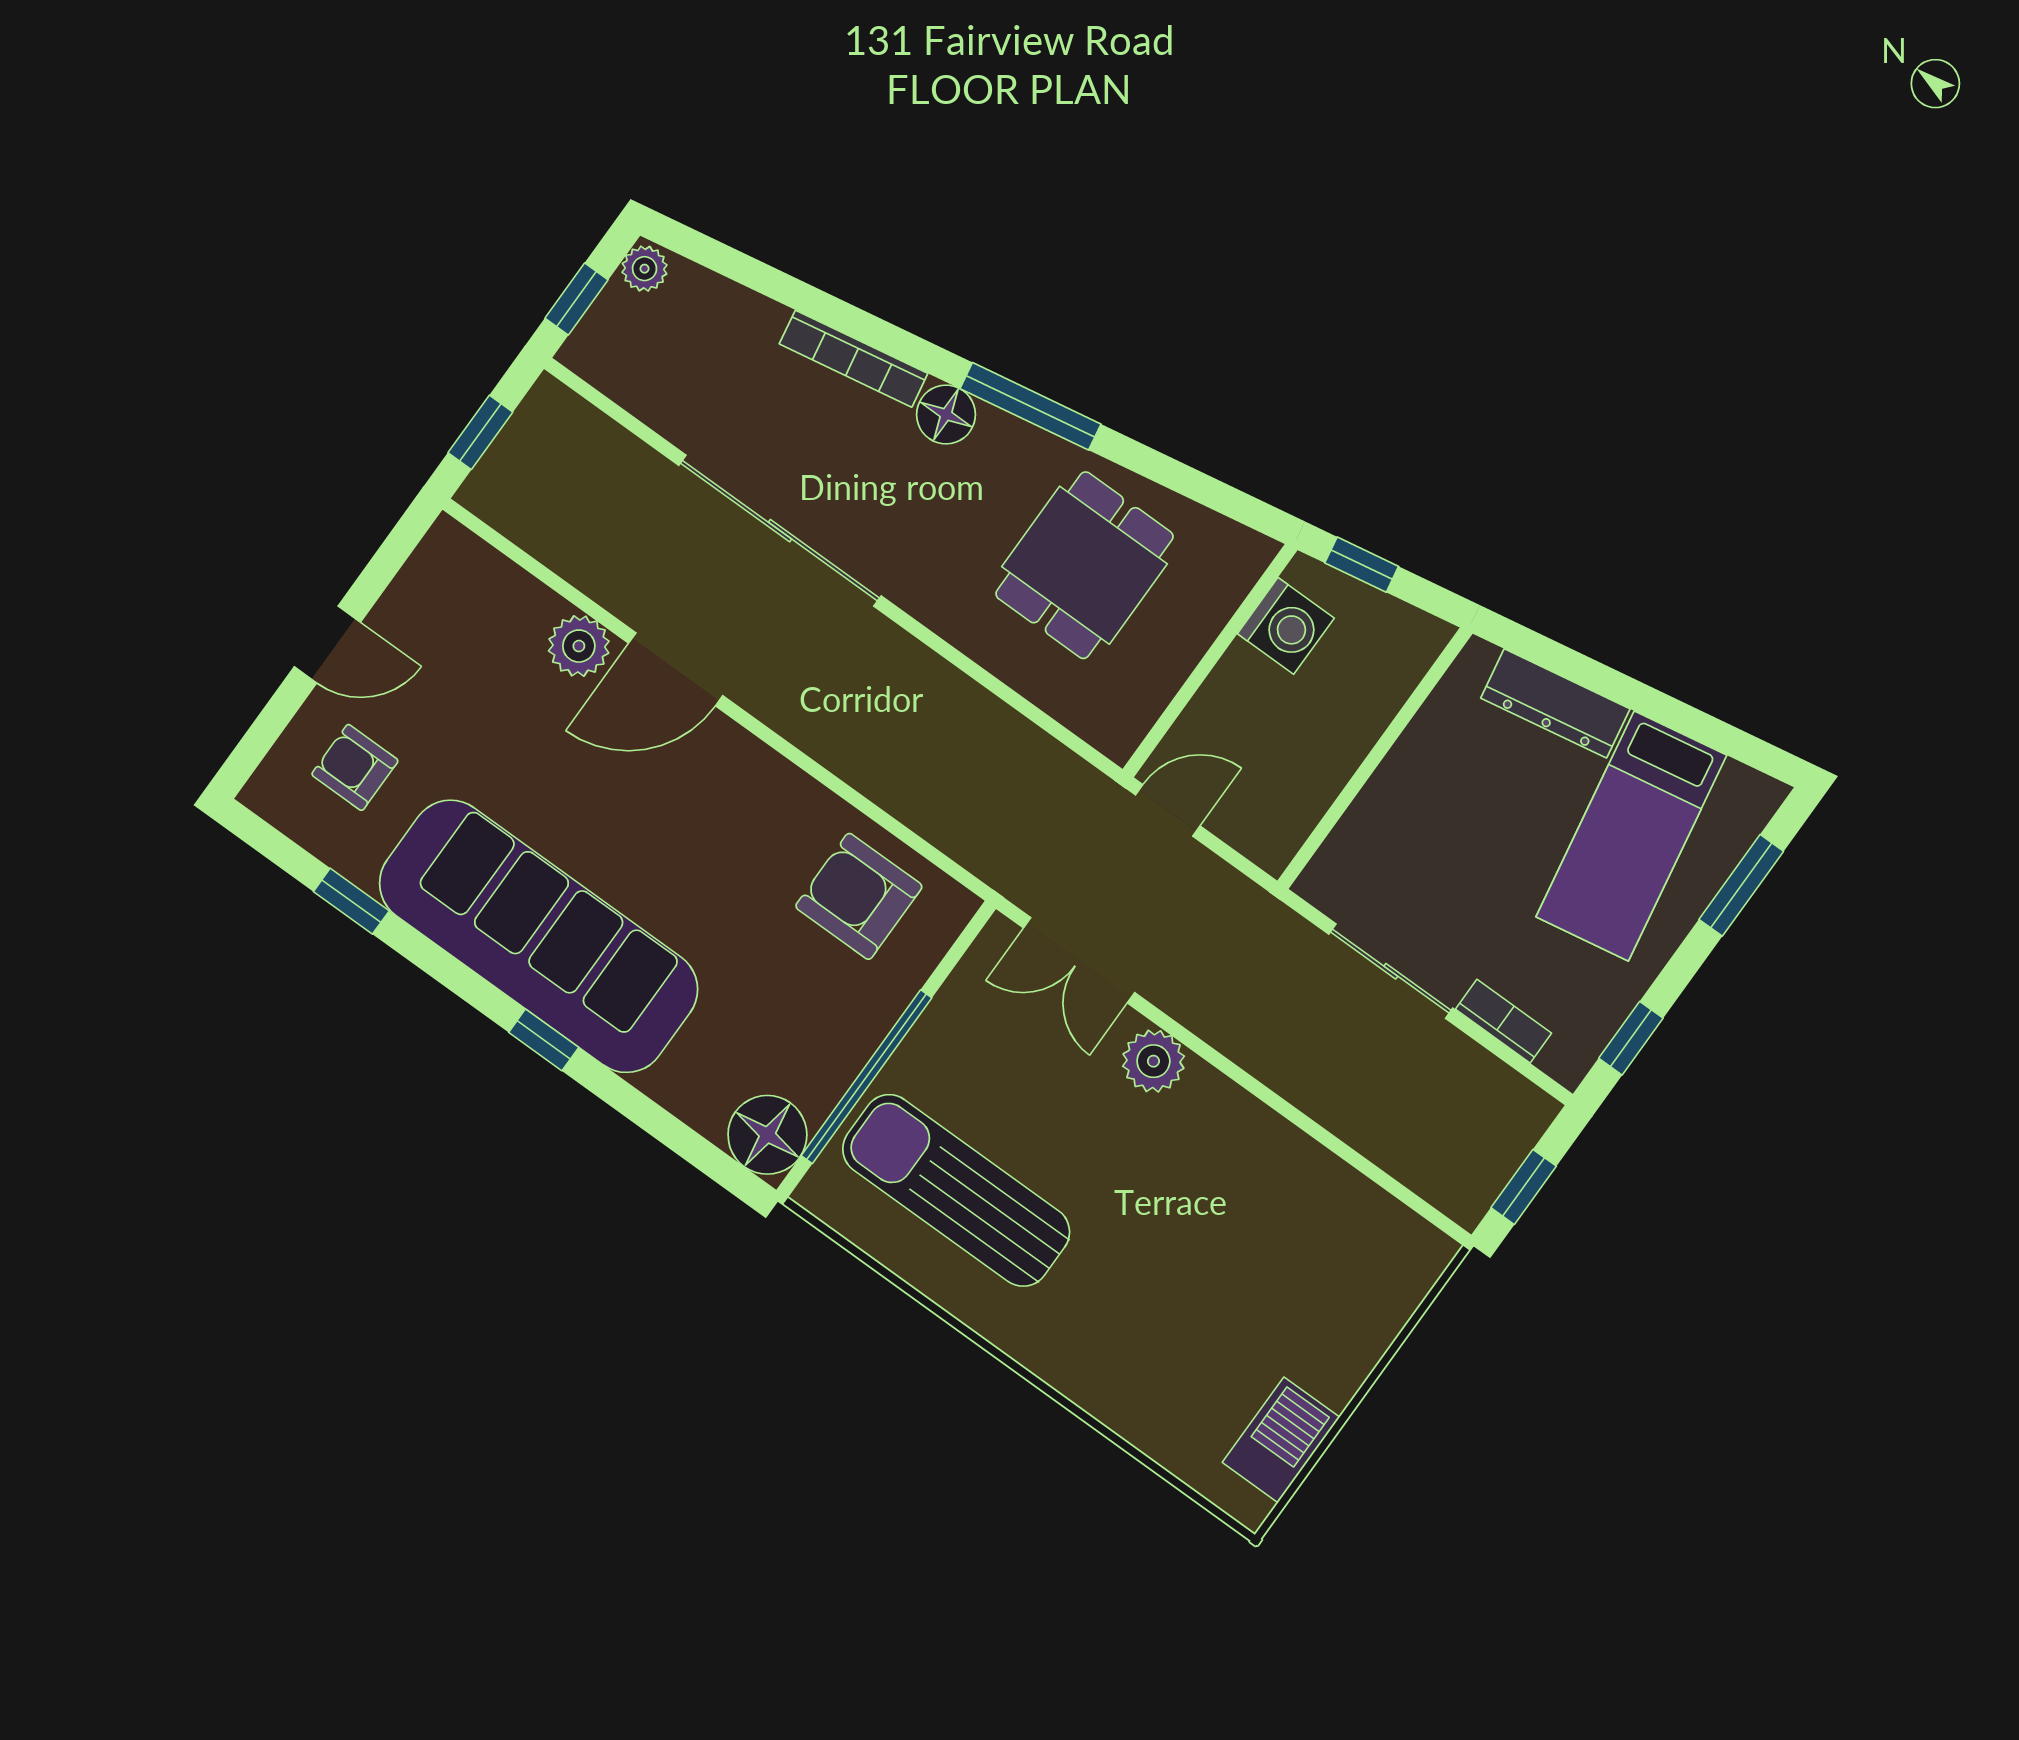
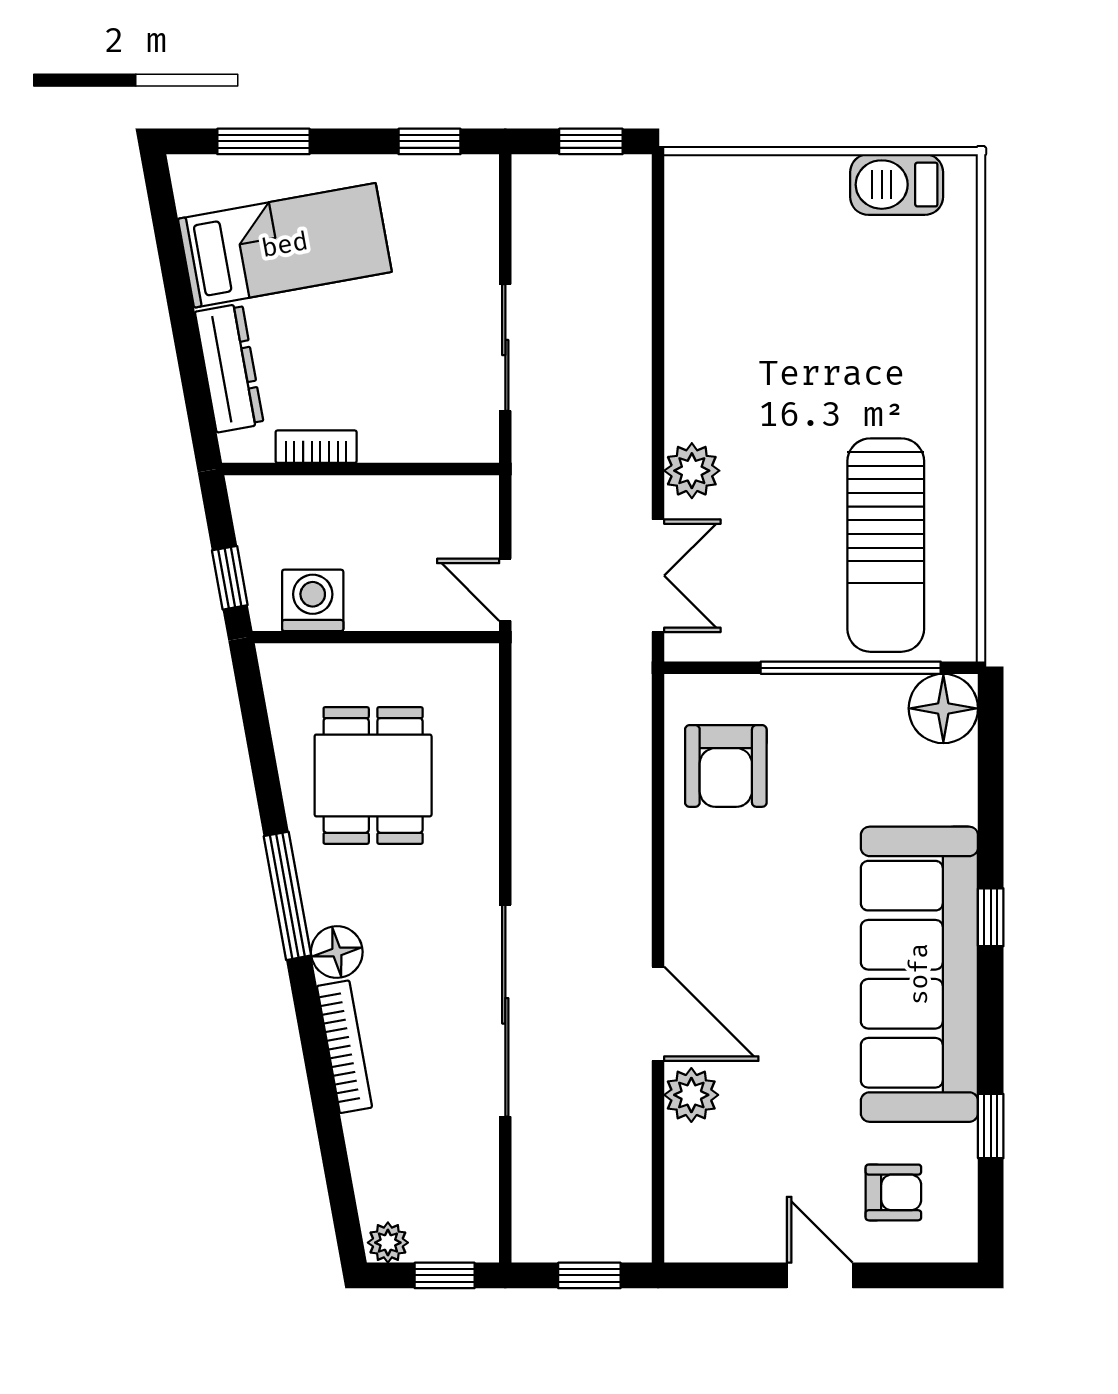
dining table: (1084, 565) -> (373, 775), turned 90
armchair: (355, 767) -> (893, 1192), turned -90
bookcase: (1503, 1021) -> (316, 447), moved, turned 90

